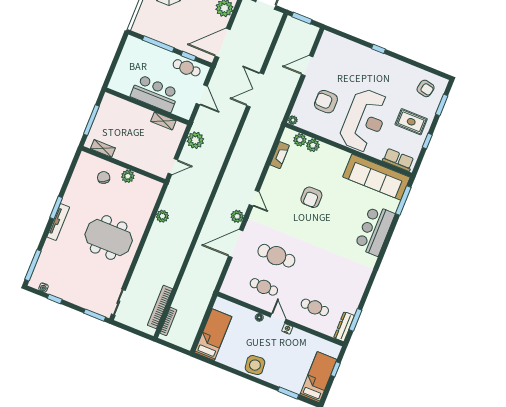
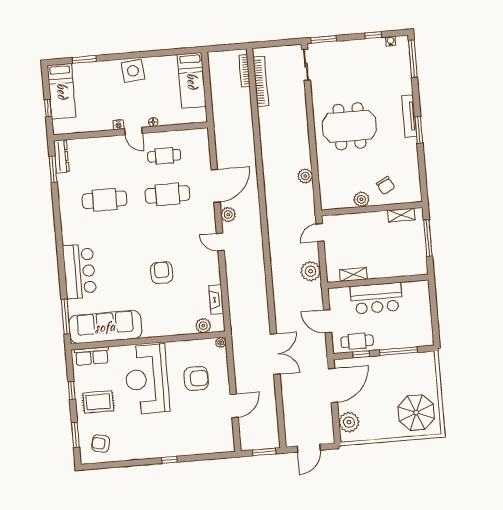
plant: (313, 145) -> (187, 327), removed
cafe table: (315, 307) -> (105, 200), moved, width x1.37, depth x1.35

